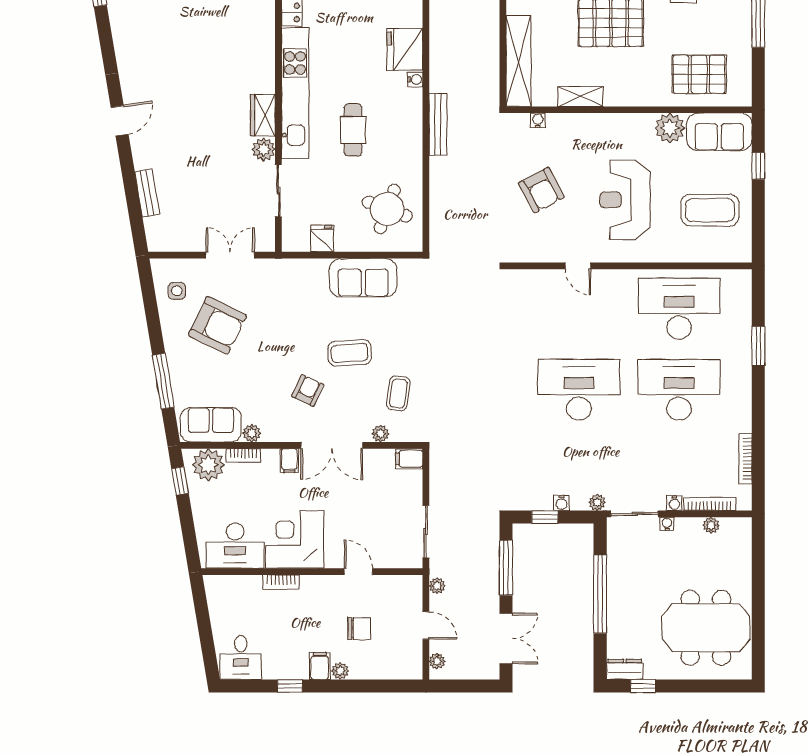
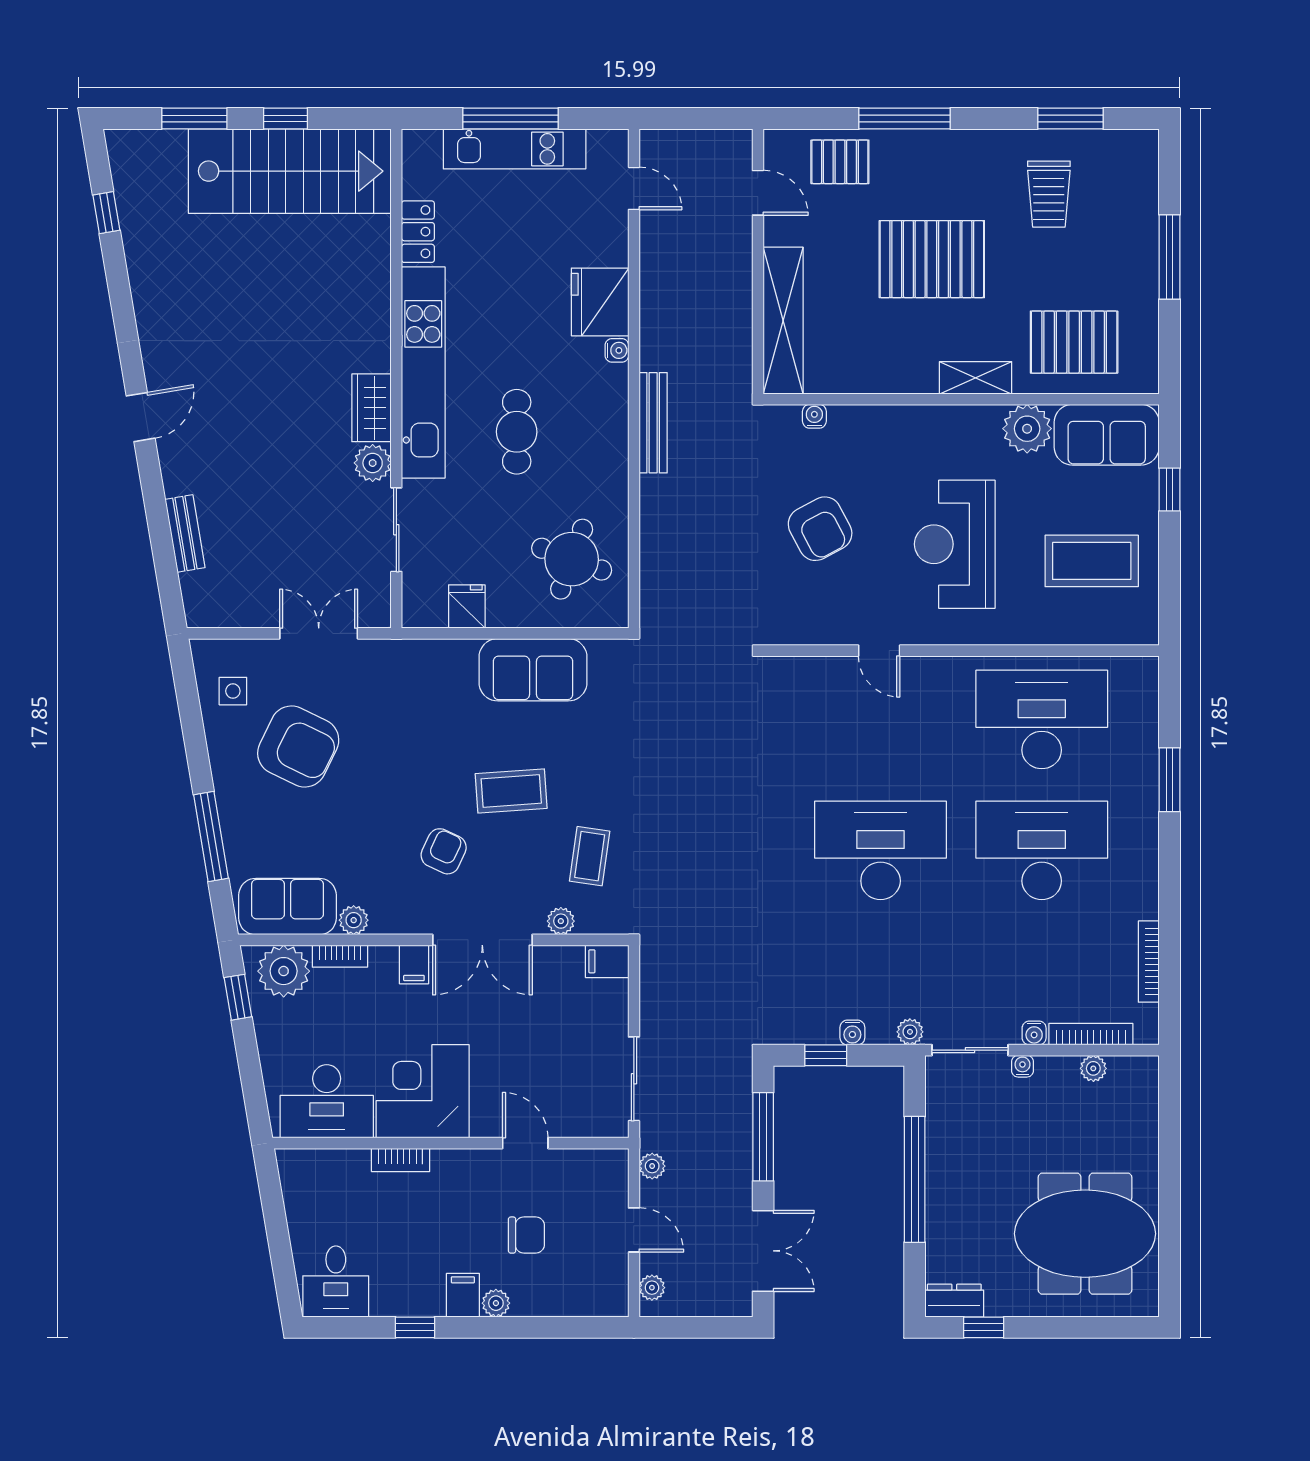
shelving: (580, 96) -> (976, 378), moved

